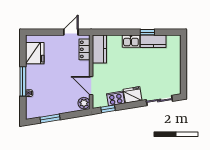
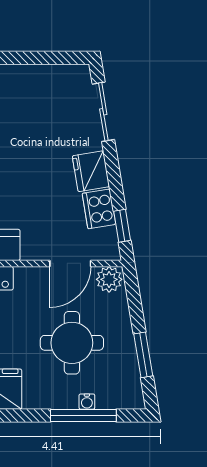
window: (23, 81) -> (83, 415), moved
round table: (55, 86) -> (72, 343), added

